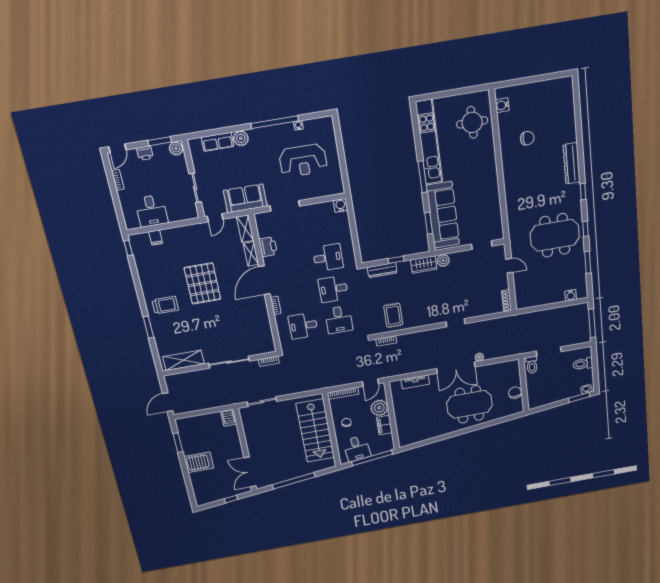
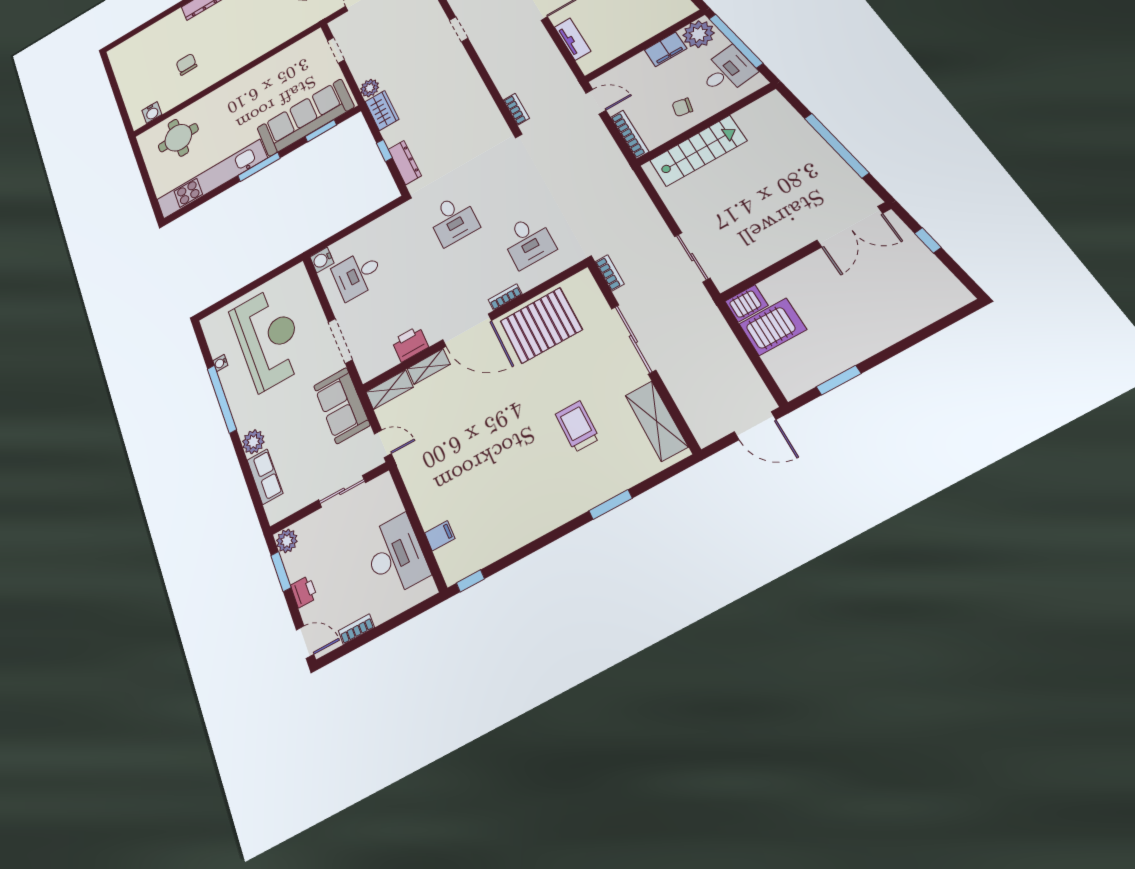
reception desk: (303, 161) -> (268, 338), width x1.36, depth x1.30
desk: (151, 211) -> (396, 556), width x1.37
desk: (328, 258) -> (357, 275), moved, turned -90
pallet: (202, 283) -> (541, 325), moved
trolley: (165, 305) -> (577, 426), moved
rug: (393, 315) -> (471, 117), removed
desk: (339, 320) -> (502, 192), removed
plant: (379, 408) -> (699, 34), moved
stairs: (315, 431) -> (698, 151), width x0.73, depth x0.66
server rack: (199, 462) -> (773, 327), moved, turned 90

